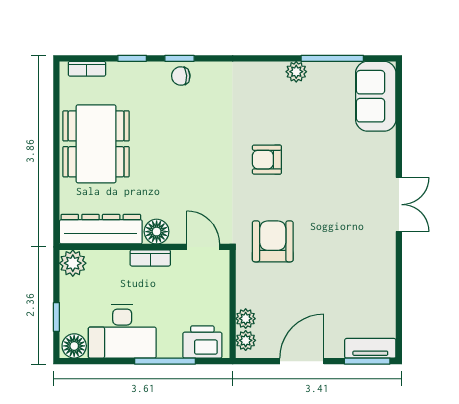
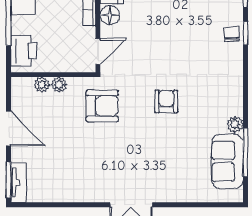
sofa: (376, 96) -> (227, 161), moved, turned -90
plant: (246, 340) -> (59, 85), moved

